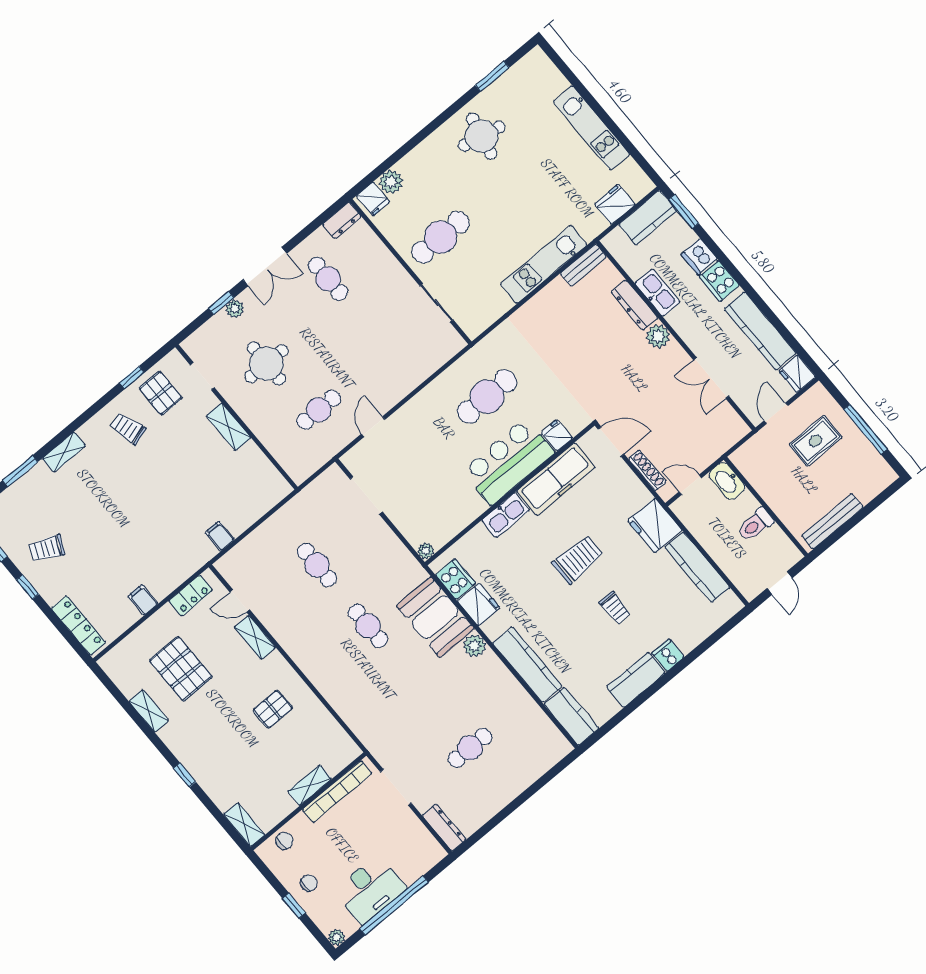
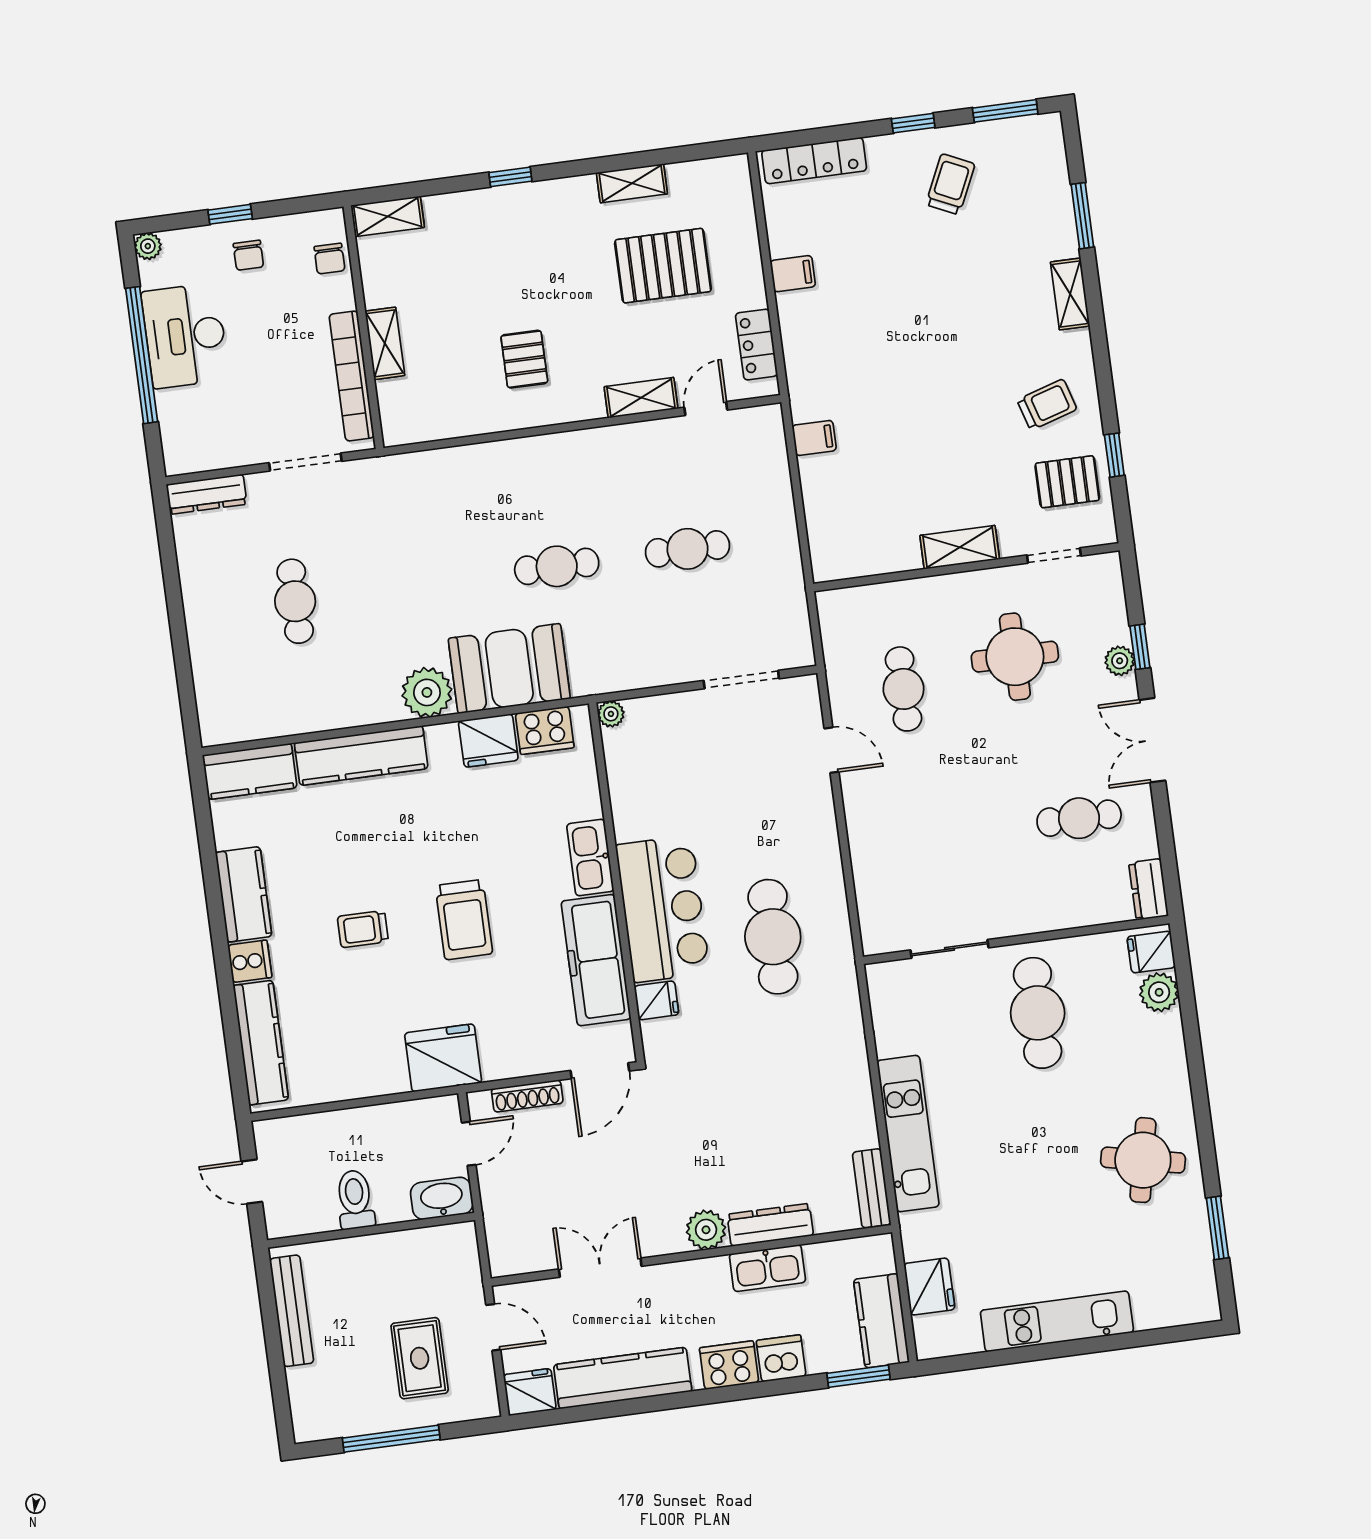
kitchen counter: (697, 567) -> (261, 1043), moved, turned 90
plant: (475, 646) -> (427, 692), width x1.36, depth x1.36

